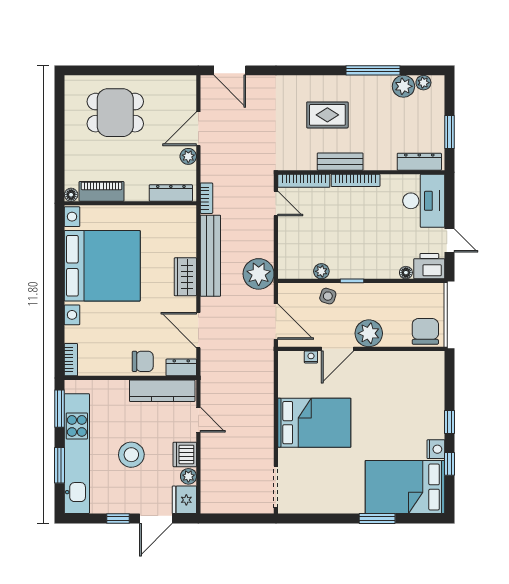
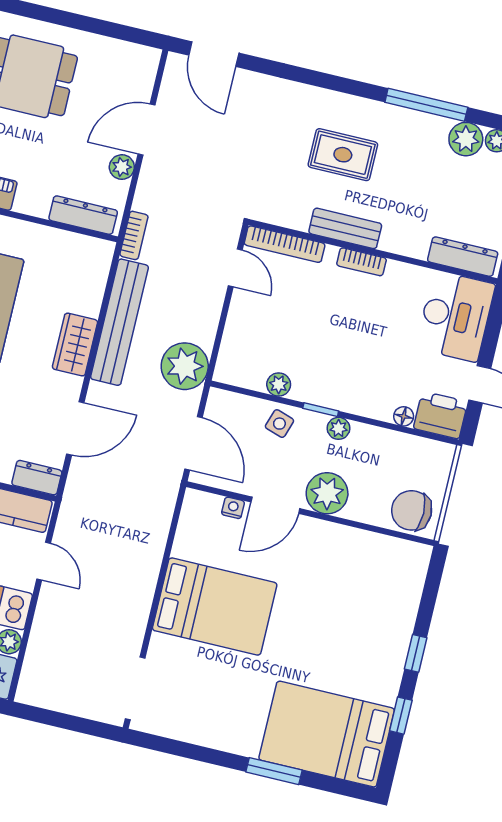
bookcase: (356, 180) -> (361, 262), width x0.64
plant: (366, 290) -> (338, 428), added
door: (198, 330) -> (75, 428), swing flipped
chair: (425, 331) -> (412, 510), turned -90
nightstand: (436, 449) -> (386, 689), removed

